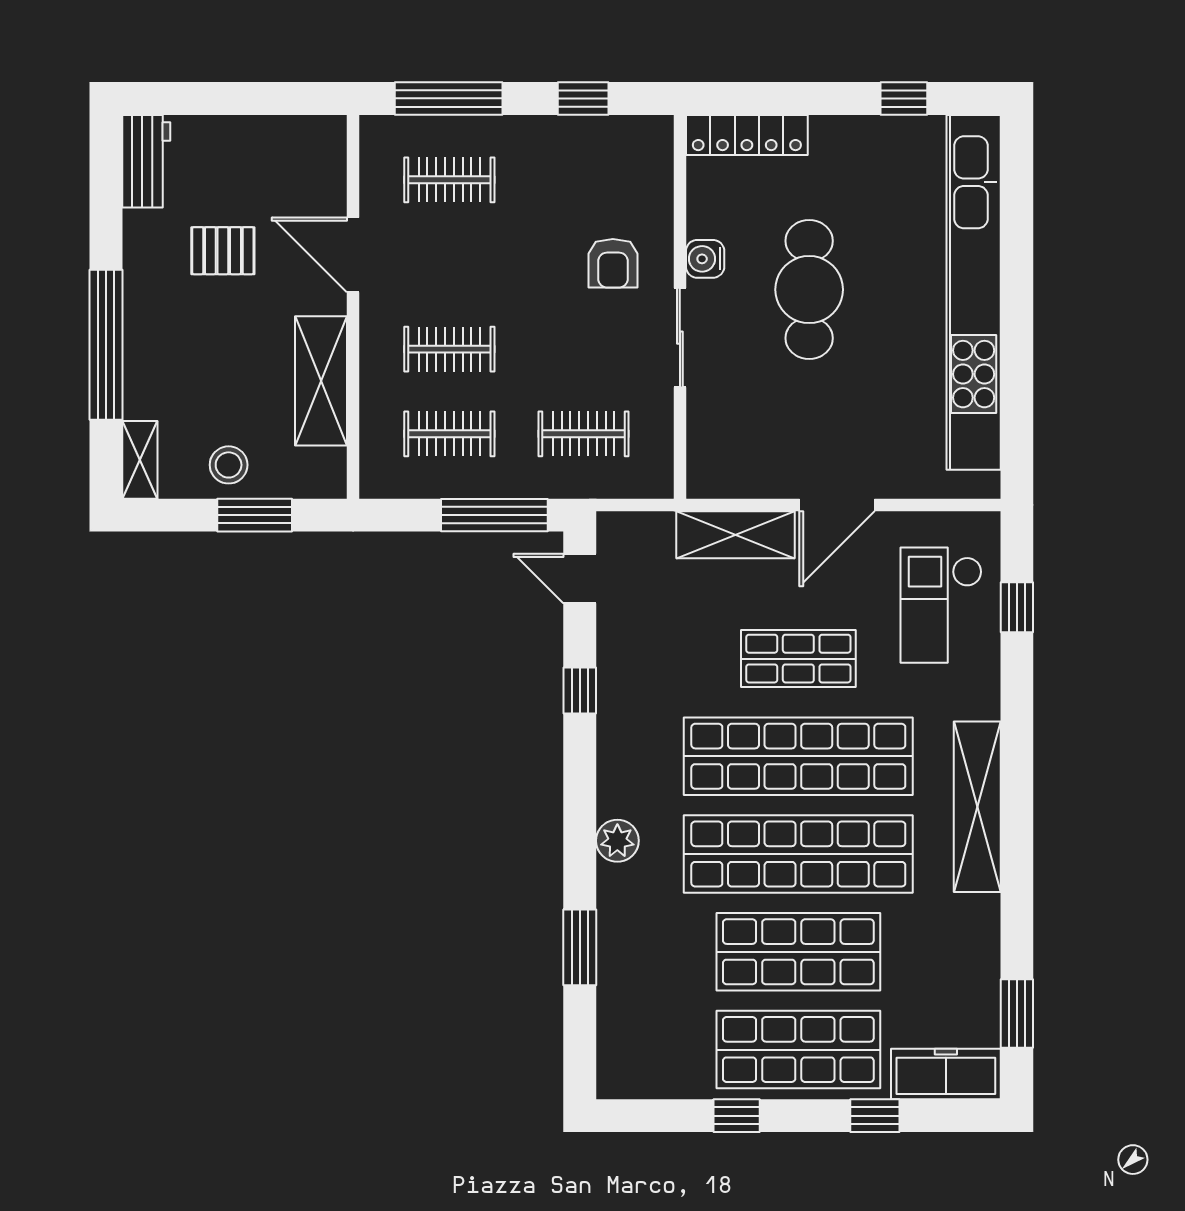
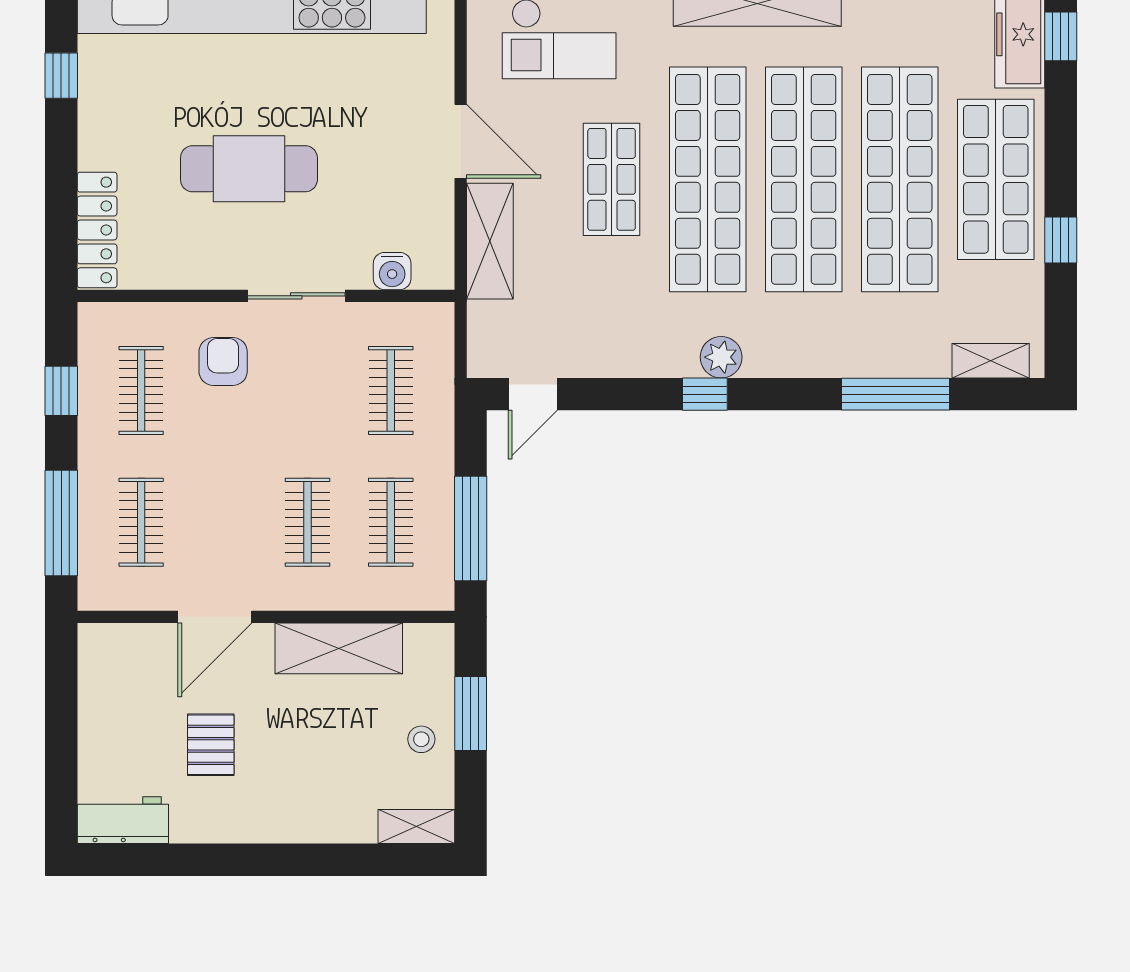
clothes rail: (584, 180) -> (141, 390), added
water cooler: (705, 259) -> (392, 271), moved
armchair: (613, 263) -> (223, 362), turned -90
window: (106, 345) -> (303, 860), removed
stool: (229, 465) -> (421, 739), width x0.73, depth x0.73
window: (494, 515) -> (471, 529), moved
window: (580, 690) -> (705, 394), moved
plant: (617, 841) -> (721, 357), moved
window: (580, 947) -> (896, 394), width x1.44
shop shelf: (798, 952) -> (900, 179), width x1.40
shelving: (614, 1044) -> (991, 361), added
window: (875, 1116) -> (1061, 36), moved

